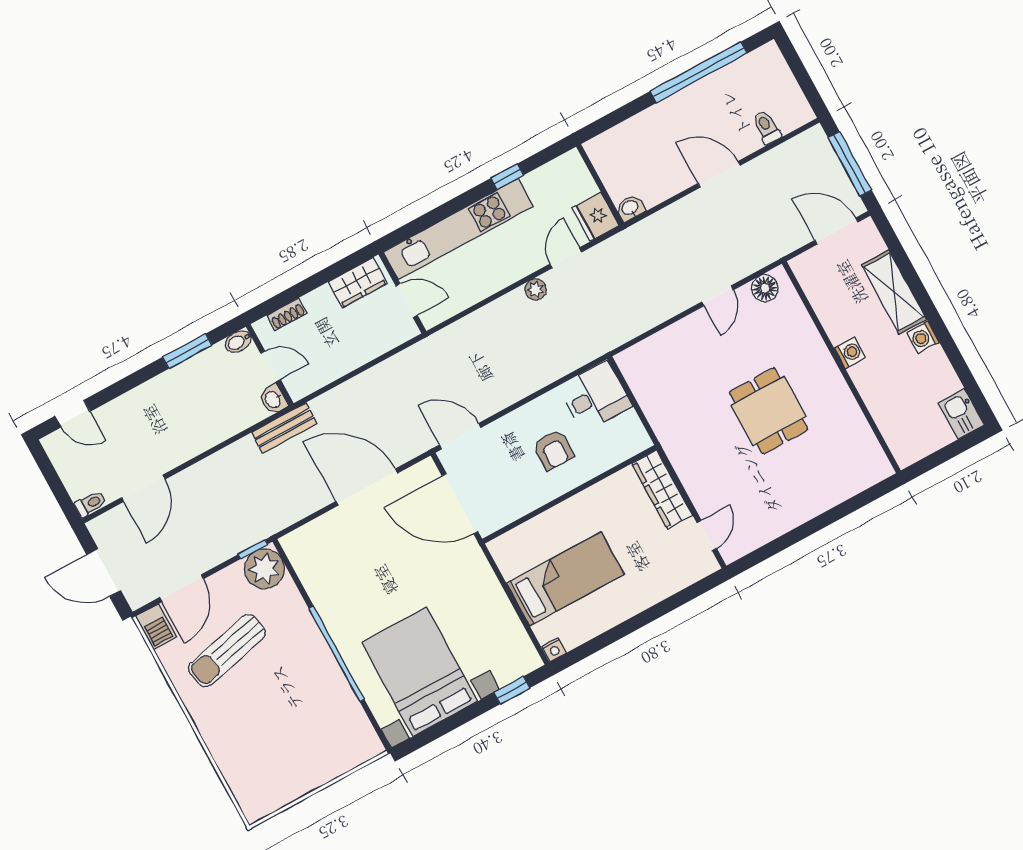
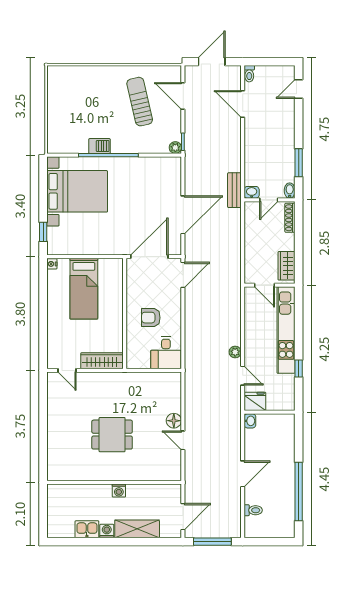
floor lamp: (765, 288) -> (174, 421), moved
door: (407, 300) -> (265, 285), hinge flipped
shoe rack: (287, 314) -> (290, 218), width x1.43
kitchen sink: (961, 414) -> (87, 529), moved
plant: (264, 569) -> (175, 148), width x0.53, depth x0.53
barbecue: (156, 627) -> (99, 146), moved, turned 180

